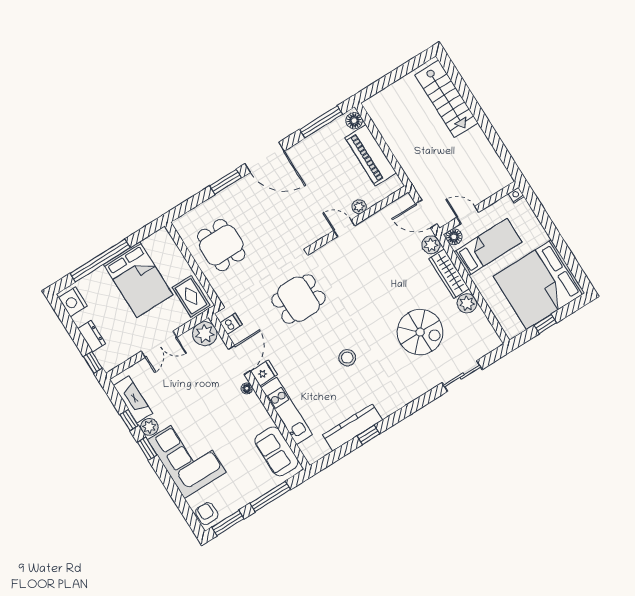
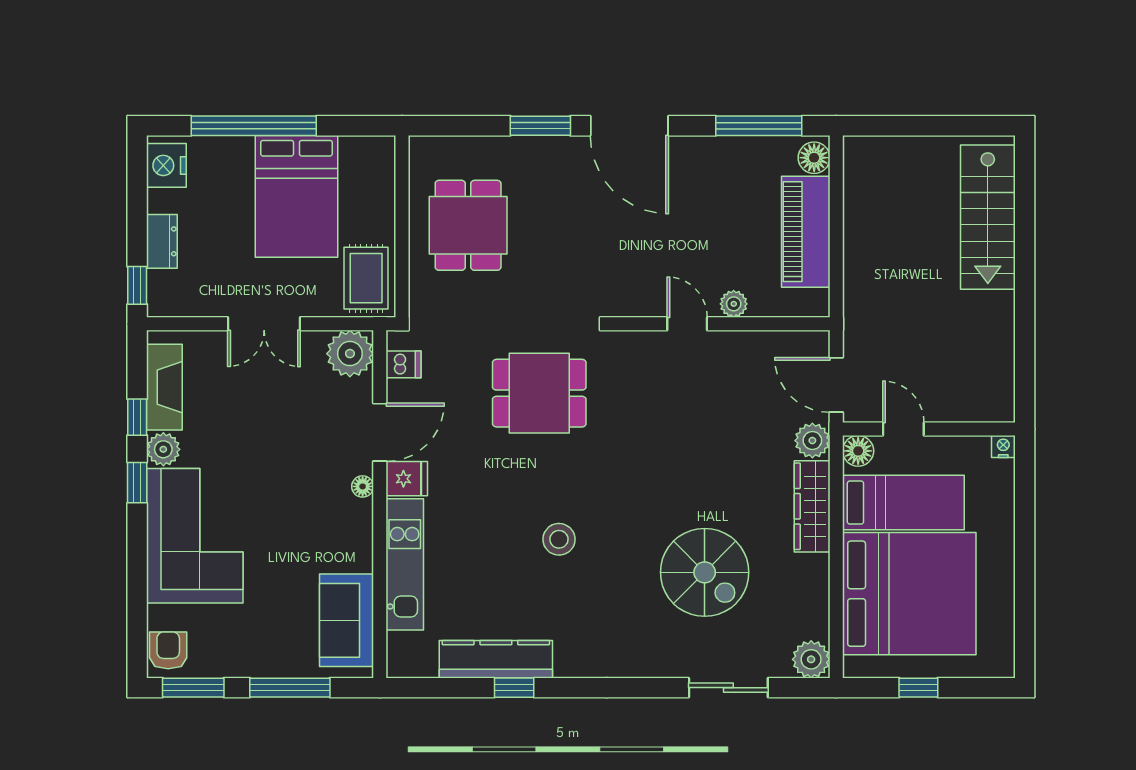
bed: (539, 285) -> (909, 594), moved, turned 180
plant: (467, 303) -> (811, 659), moved

